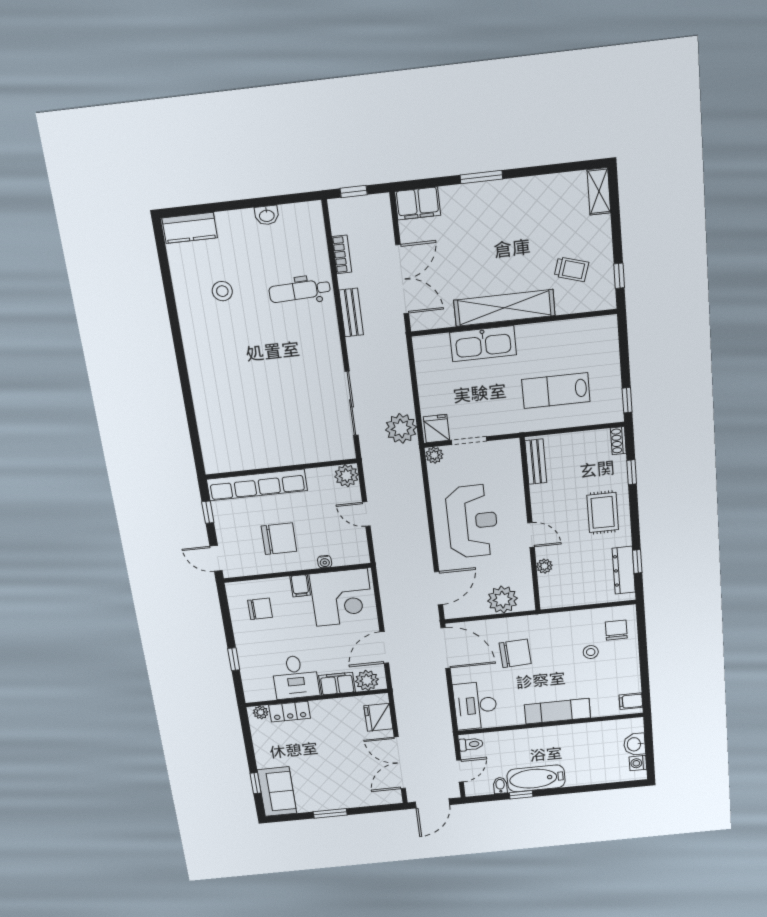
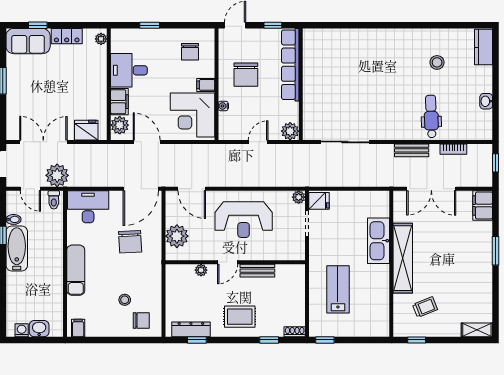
trolley: (571, 269) -> (425, 307), turned -129
plant: (401, 428) -> (57, 175), moved
bench: (536, 462) -> (257, 271), moved
locker: (289, 712) -> (67, 36), moved, turned -90

